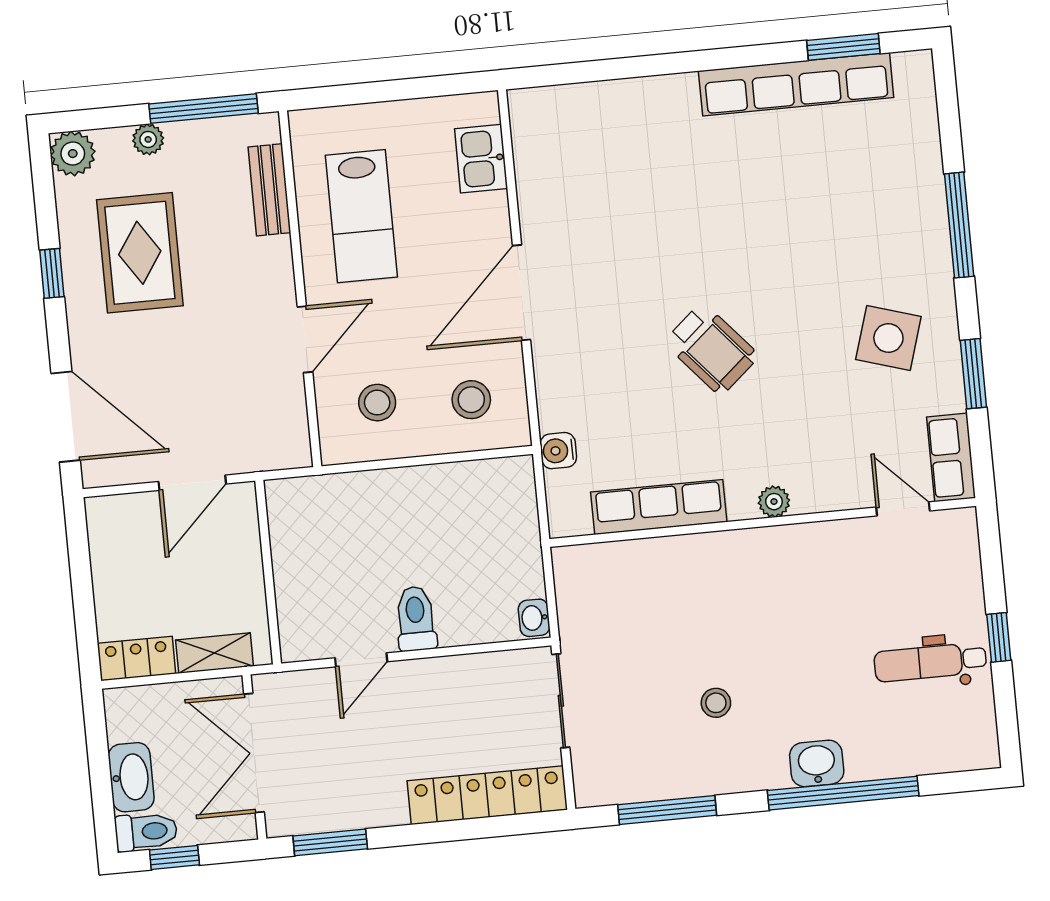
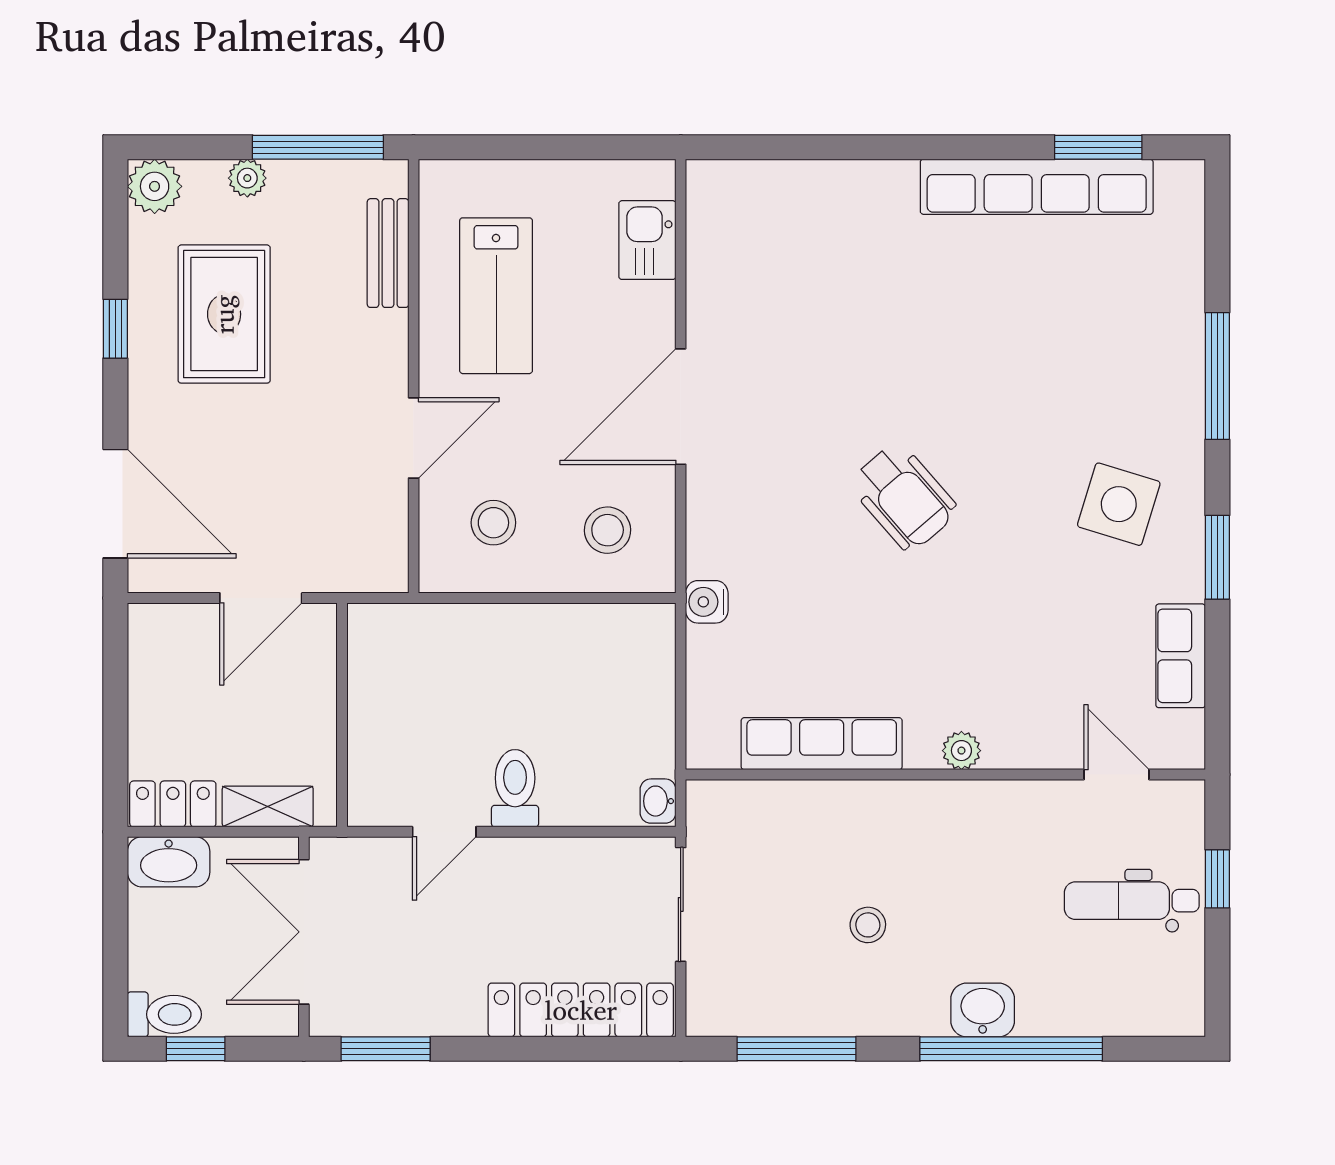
plant: (774, 502) -> (961, 751), moved
row of seats: (659, 507) -> (822, 744), moved
door: (903, 509) -> (1116, 775), moved
wall: (763, 522) -> (945, 775), moved
washbasin: (131, 777) -> (169, 862), moved, turned 90

